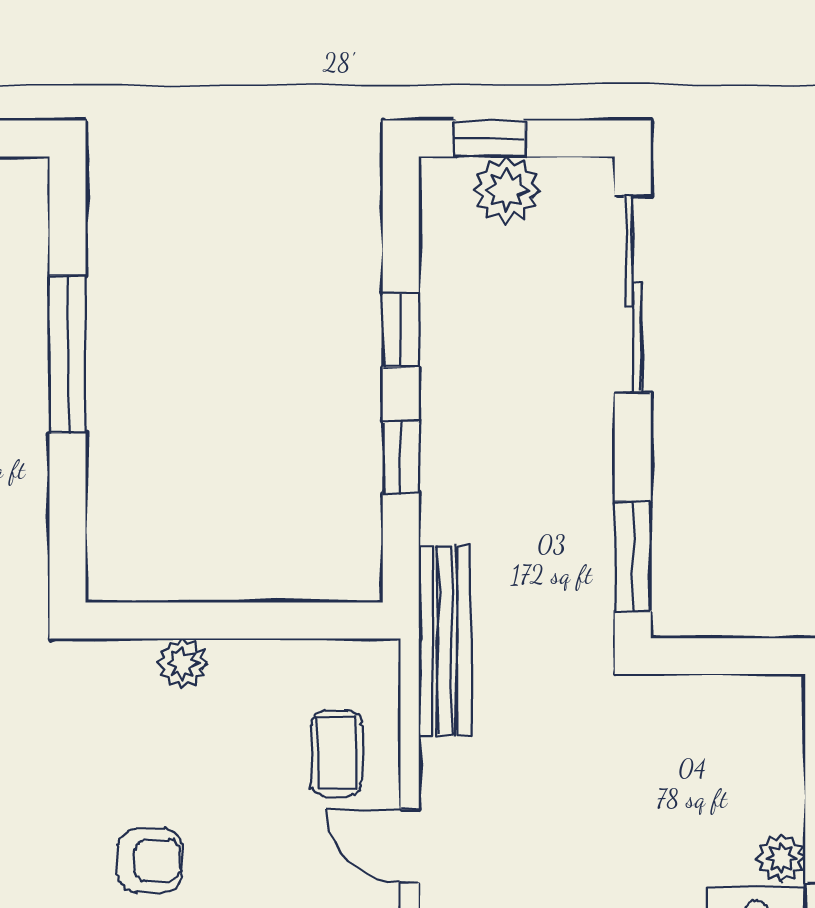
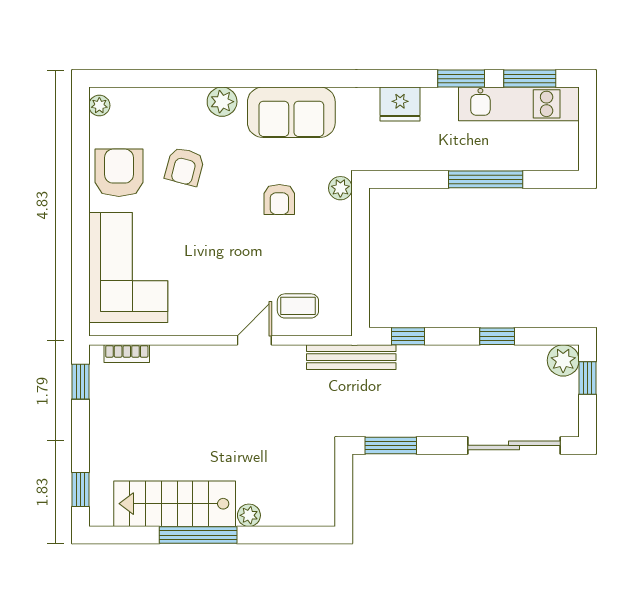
plant: (507, 190) -> (563, 360), moved
window: (401, 457) -> (408, 336), moved
plant: (183, 663) -> (340, 188), moved
armchair: (150, 861) -> (279, 199), moved

